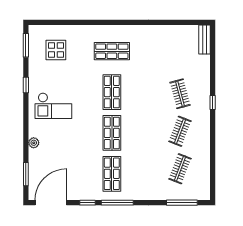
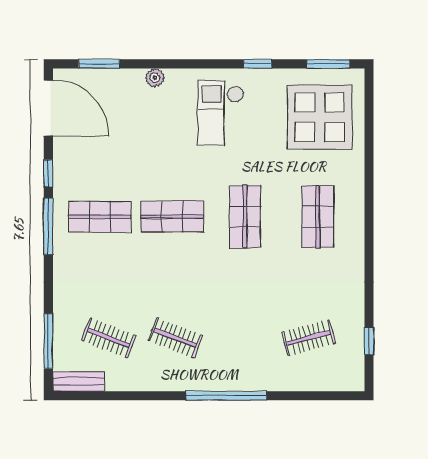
window: (182, 22) -> (369, 341), added
bench: (204, 39) -> (79, 381), moved
display table: (56, 50) -> (320, 117), width x1.86, depth x1.86
shop shelf: (112, 92) -> (245, 217), turned 90
clothes rail: (180, 94) -> (309, 338), moved
window: (213, 103) -> (226, 396), width x3.17

